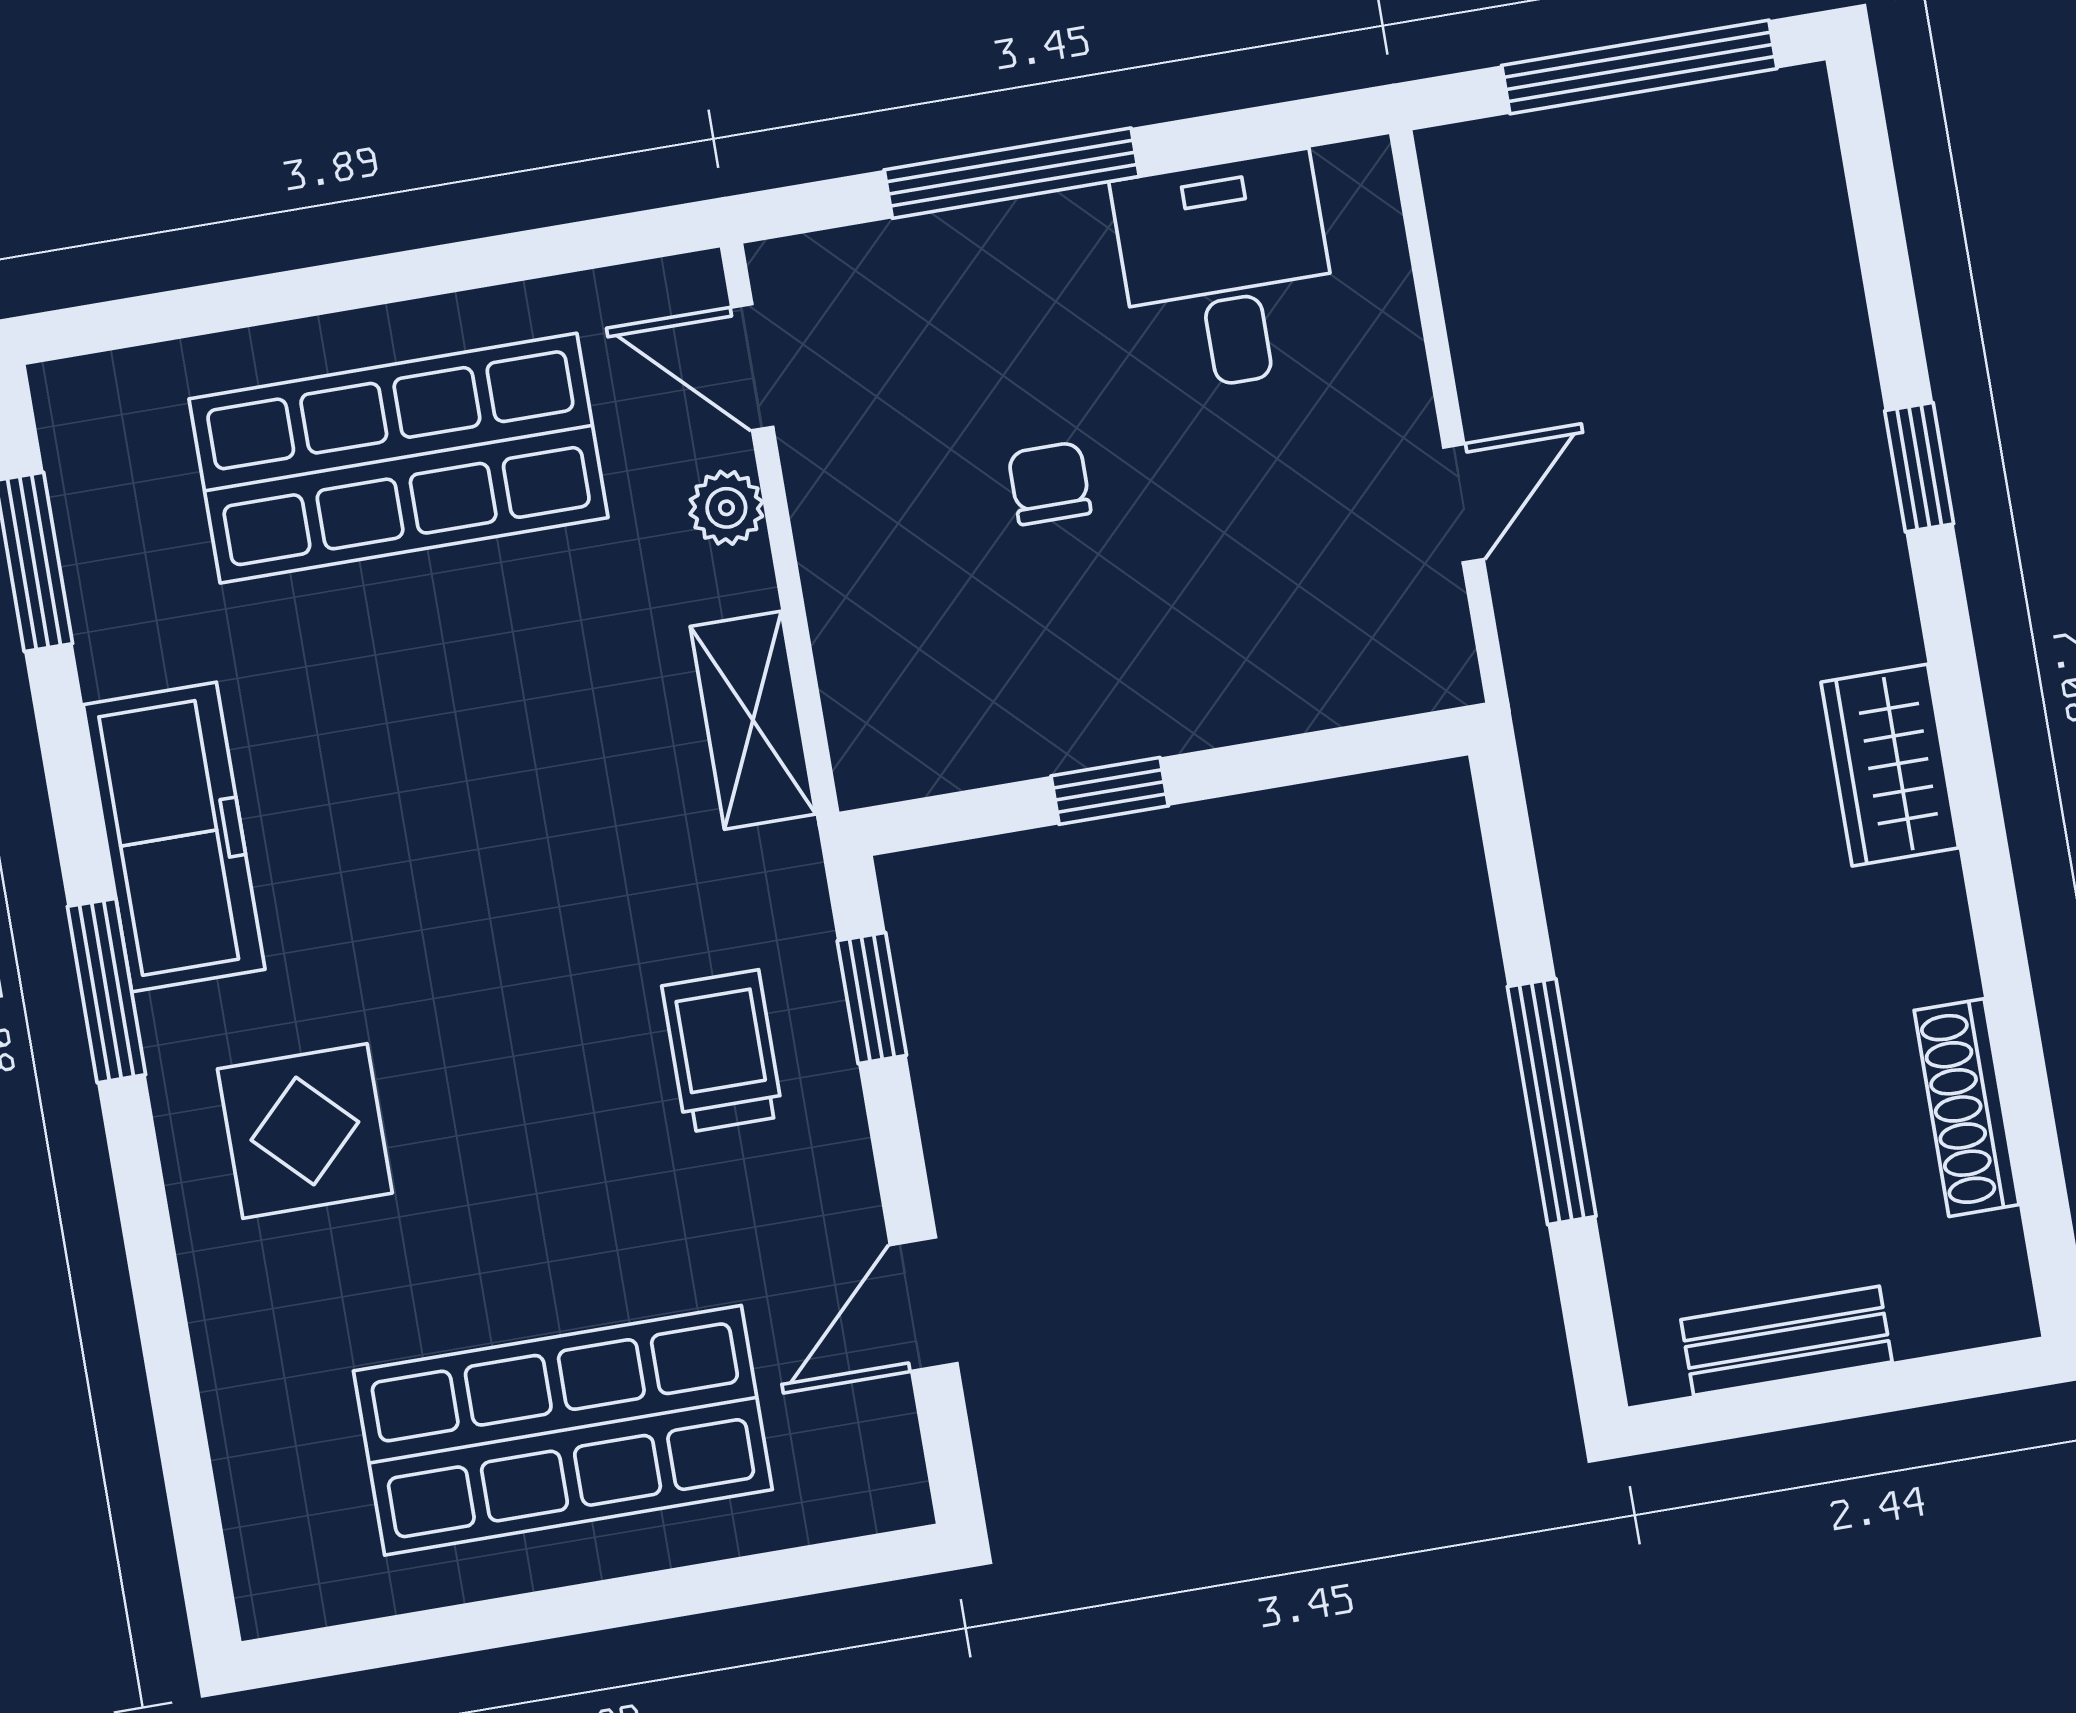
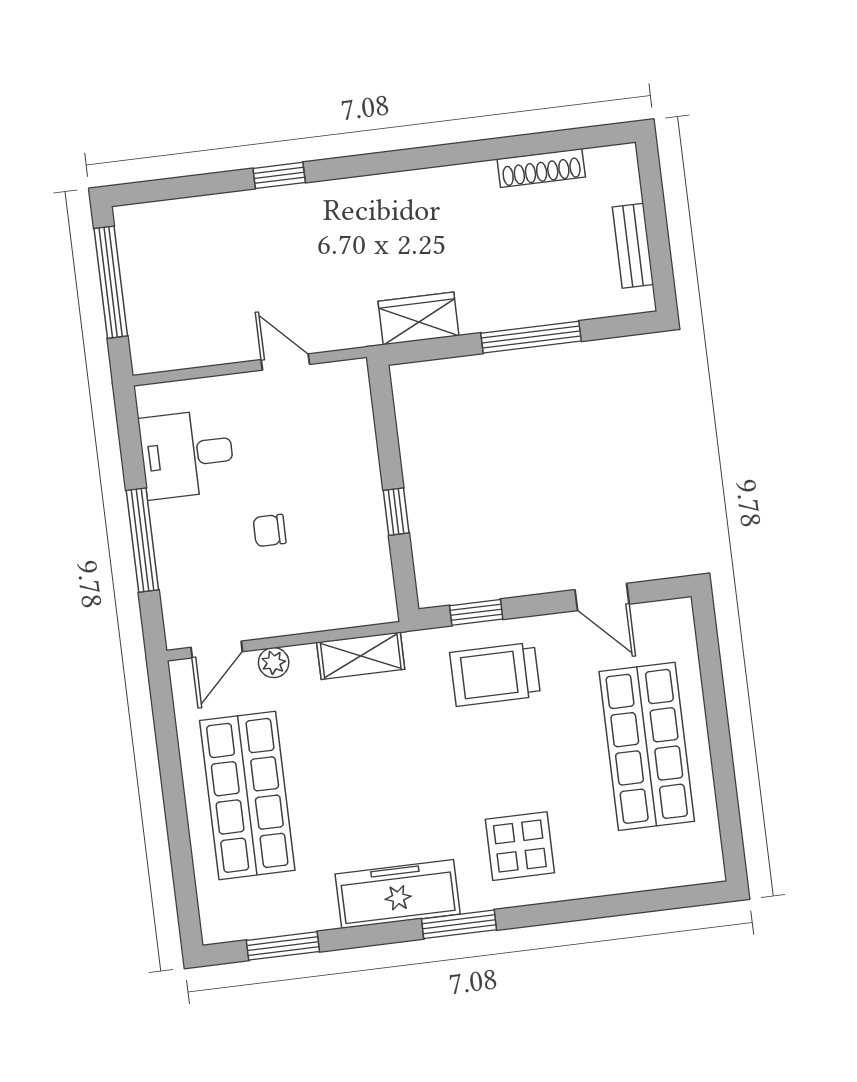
wardrobe: (1890, 765) -> (419, 319), moved, turned 180
trolley: (722, 1051) -> (495, 674), width x1.36, depth x1.39

